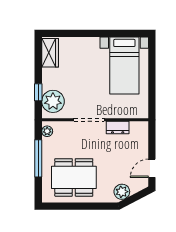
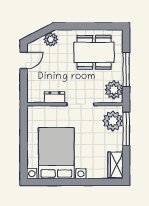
bed with nightstands: (124, 65) -> (56, 153), width x1.36
window: (38, 92) -> (126, 129), width x2.17
plant: (47, 131) -> (114, 90), width x1.87, depth x1.87

